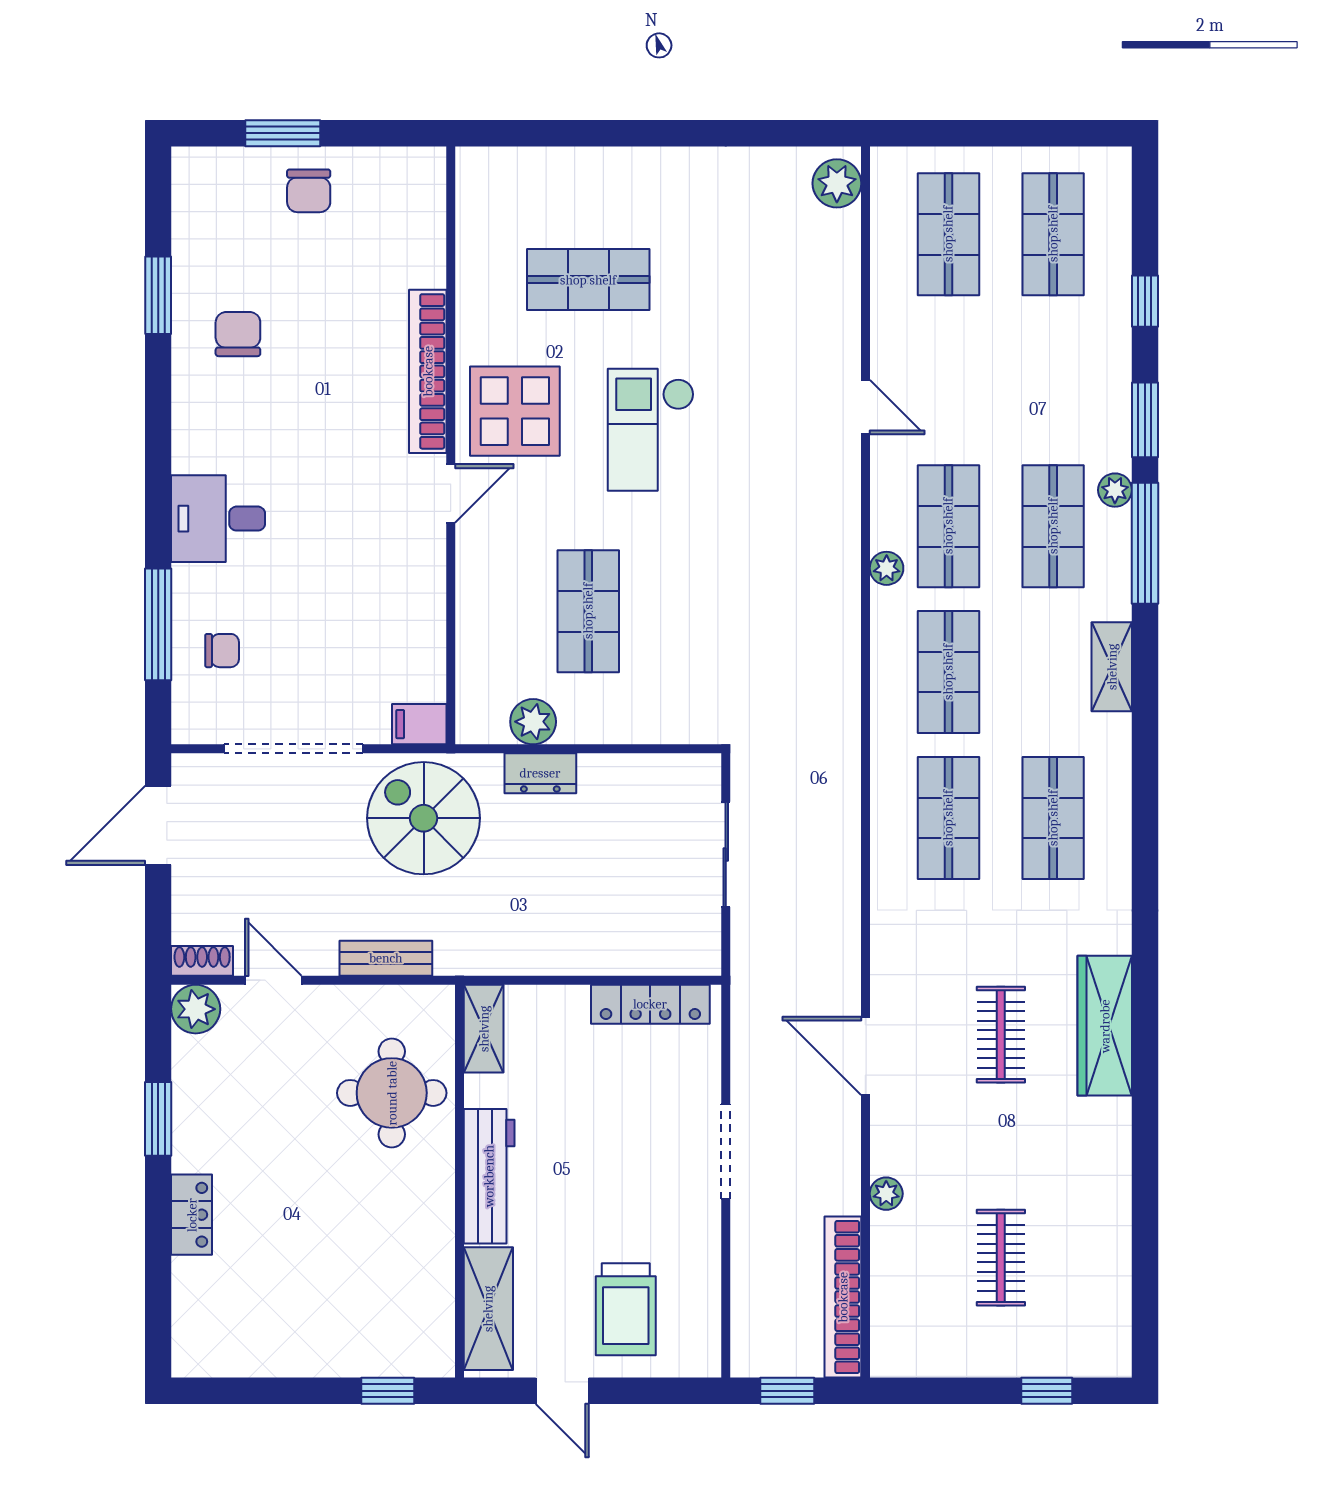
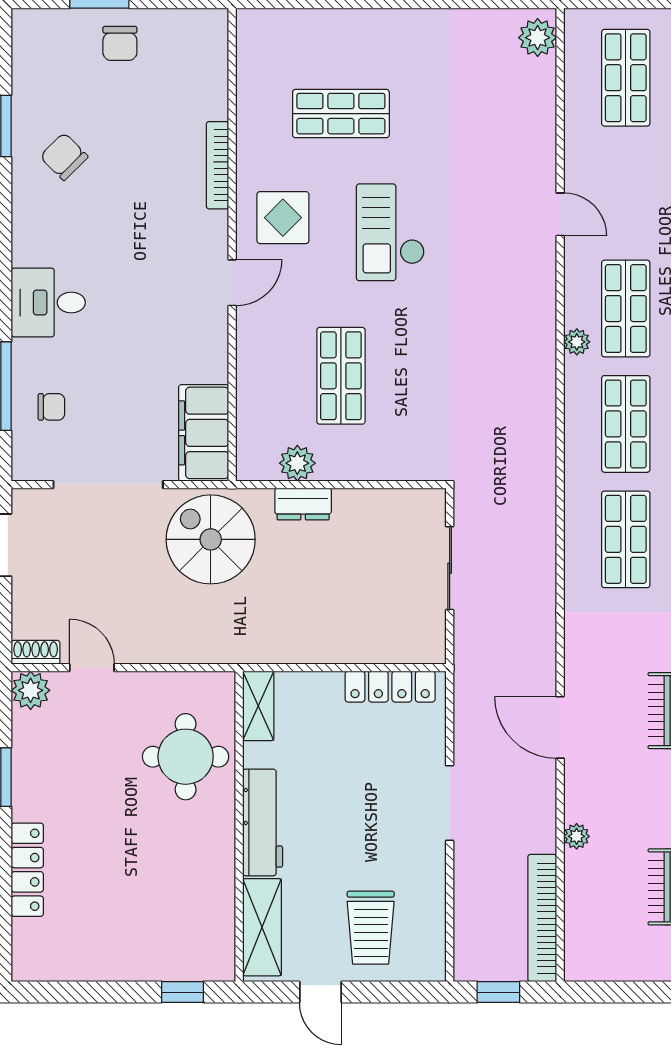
chair: (238, 334) -> (64, 157), turned -45
bookcase: (428, 371) -> (218, 165), width x0.68, depth x0.76
display table: (515, 411) -> (283, 218), width x0.73, depth x0.73
filing cabinet: (419, 724) -> (204, 433), width x3.00, depth x1.17
bench: (386, 958) -> (181, 650), removed
locker: (192, 1215) -> (27, 870), width x1.53

